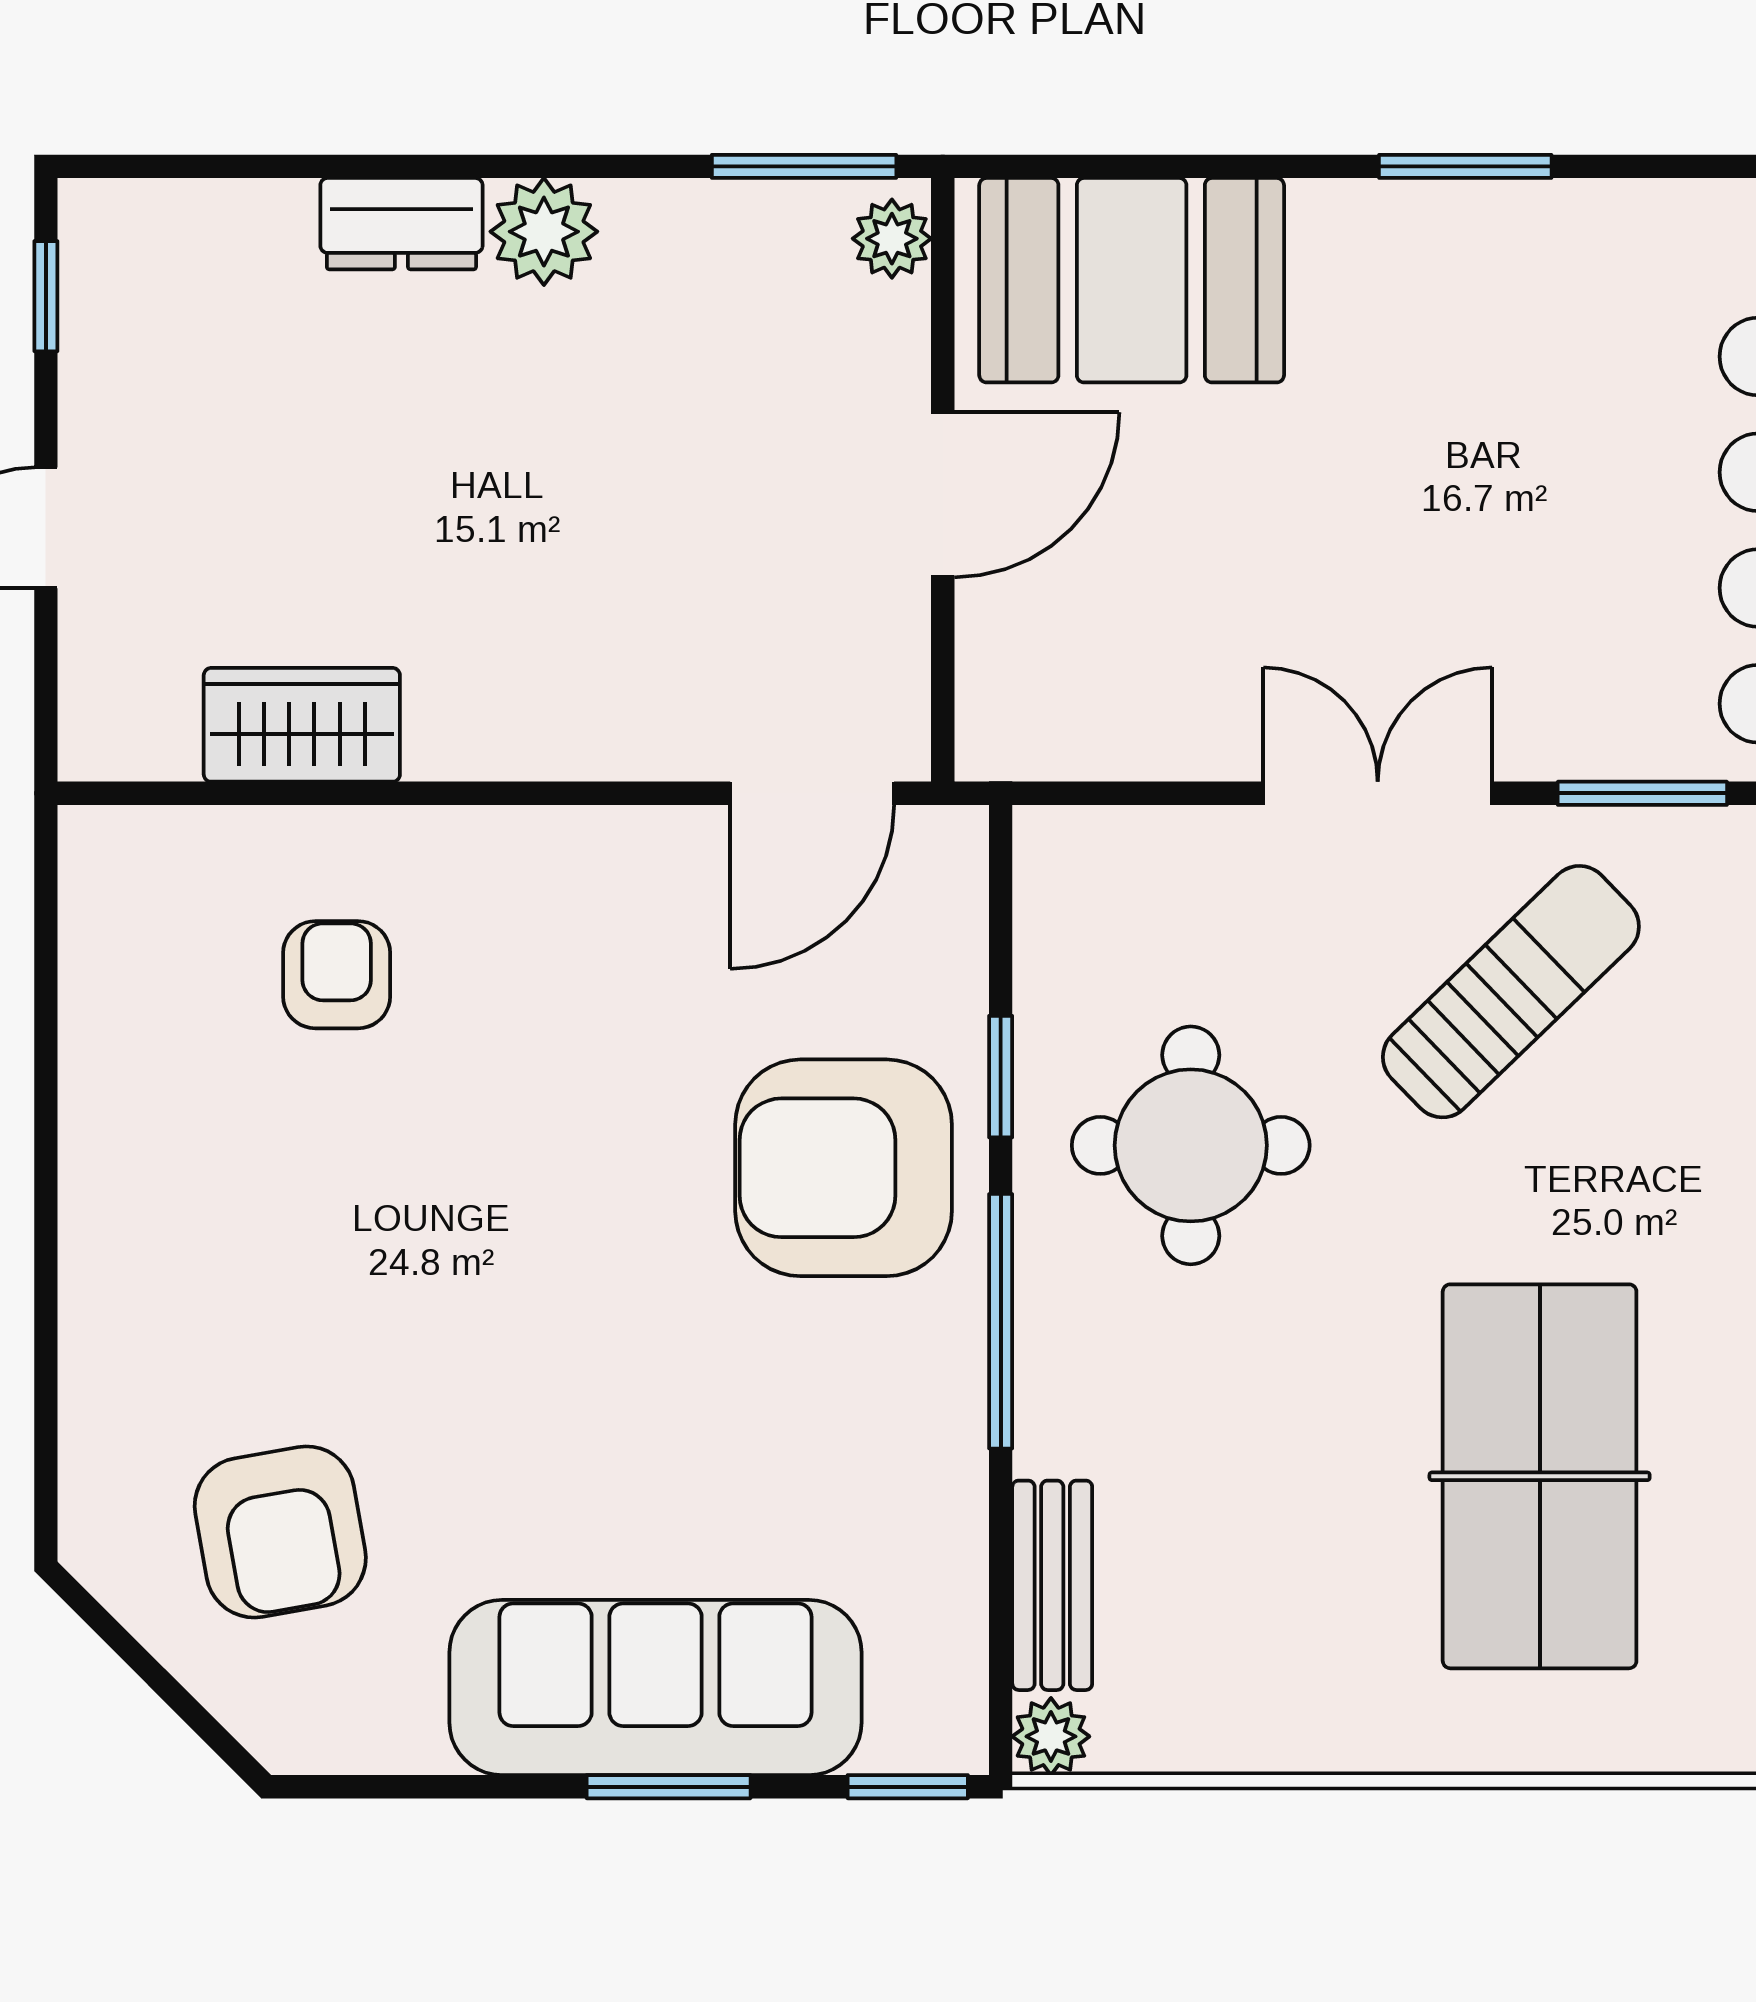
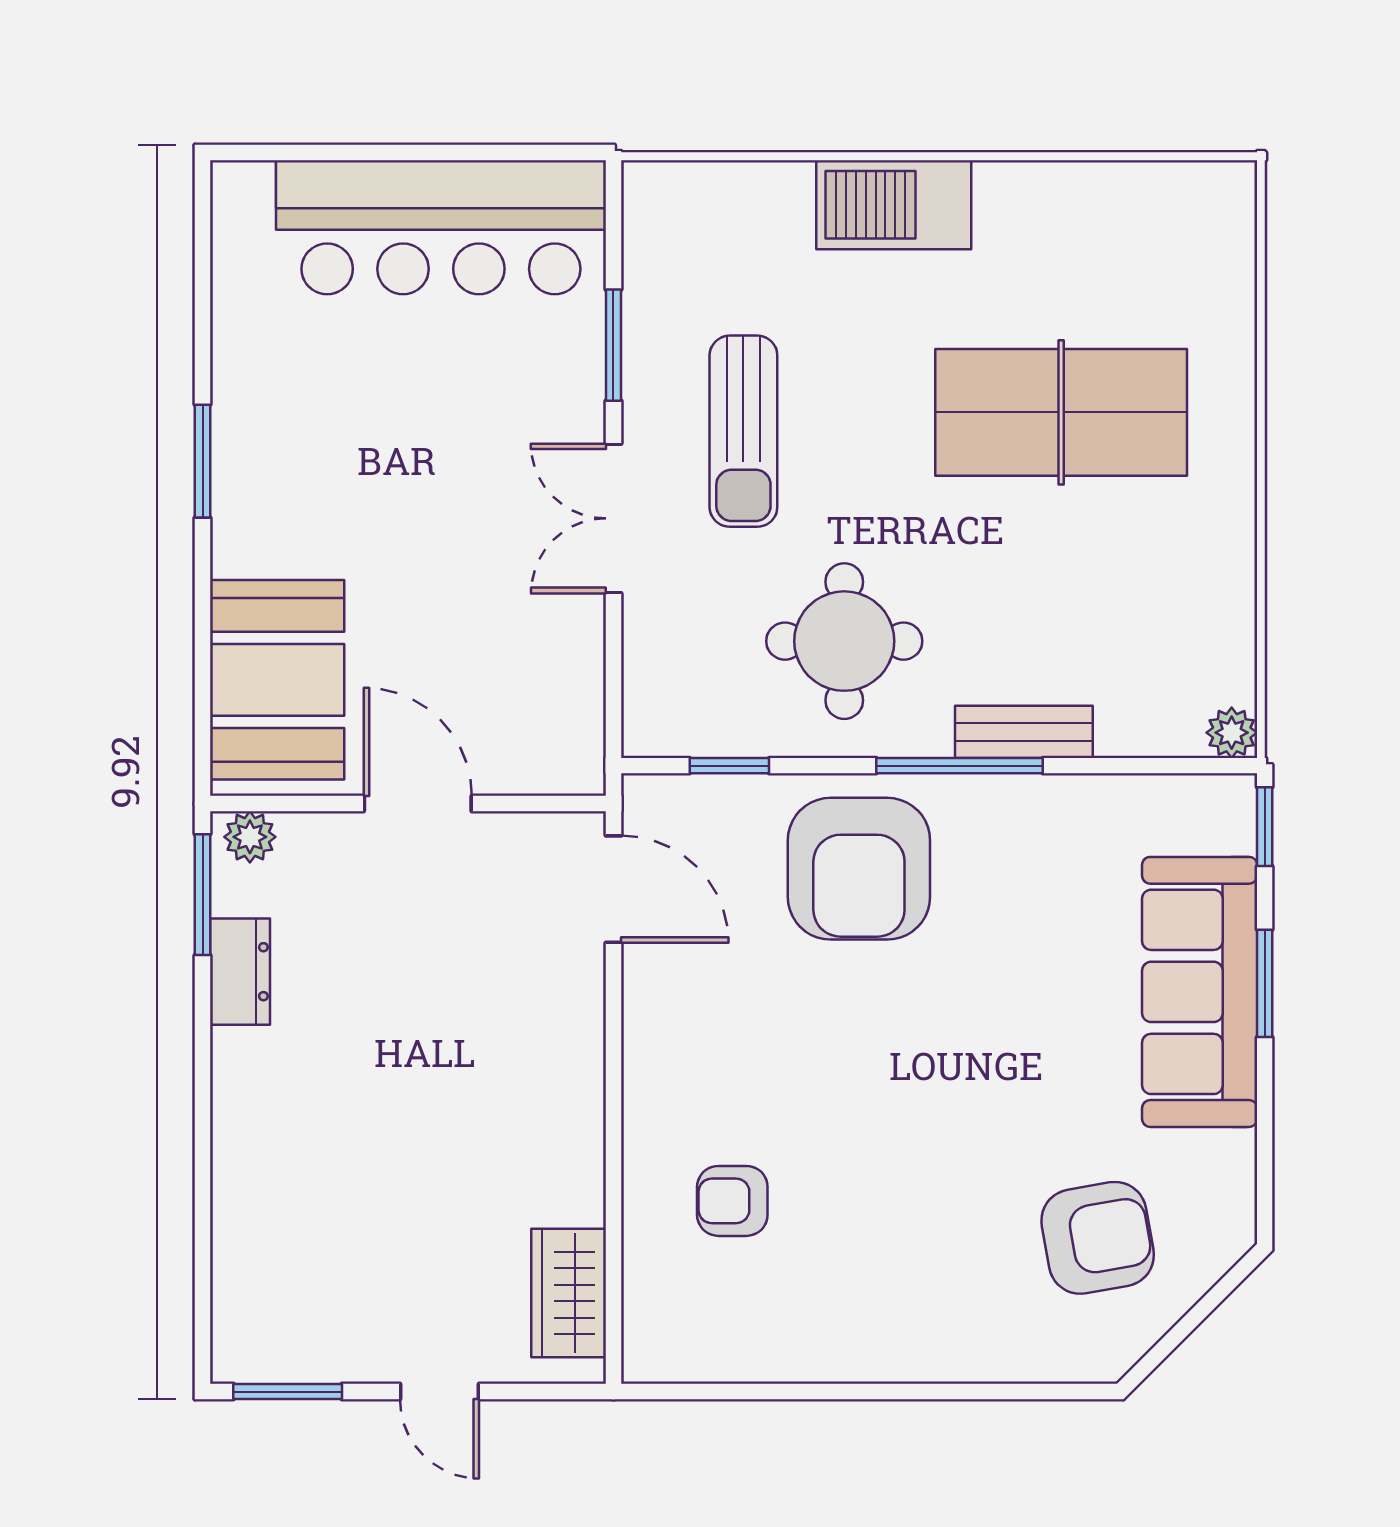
dresser: (401, 224) -> (240, 972), moved
plant: (544, 232) -> (245, 1065), removed
window: (46, 296) -> (288, 1392), width x1.50
wardrobe: (302, 725) -> (569, 1293), moved
sun lounger: (1511, 992) -> (743, 431), turned -136
window: (1001, 1077) -> (729, 766), moved
bench: (1052, 1585) -> (1024, 732), moved

